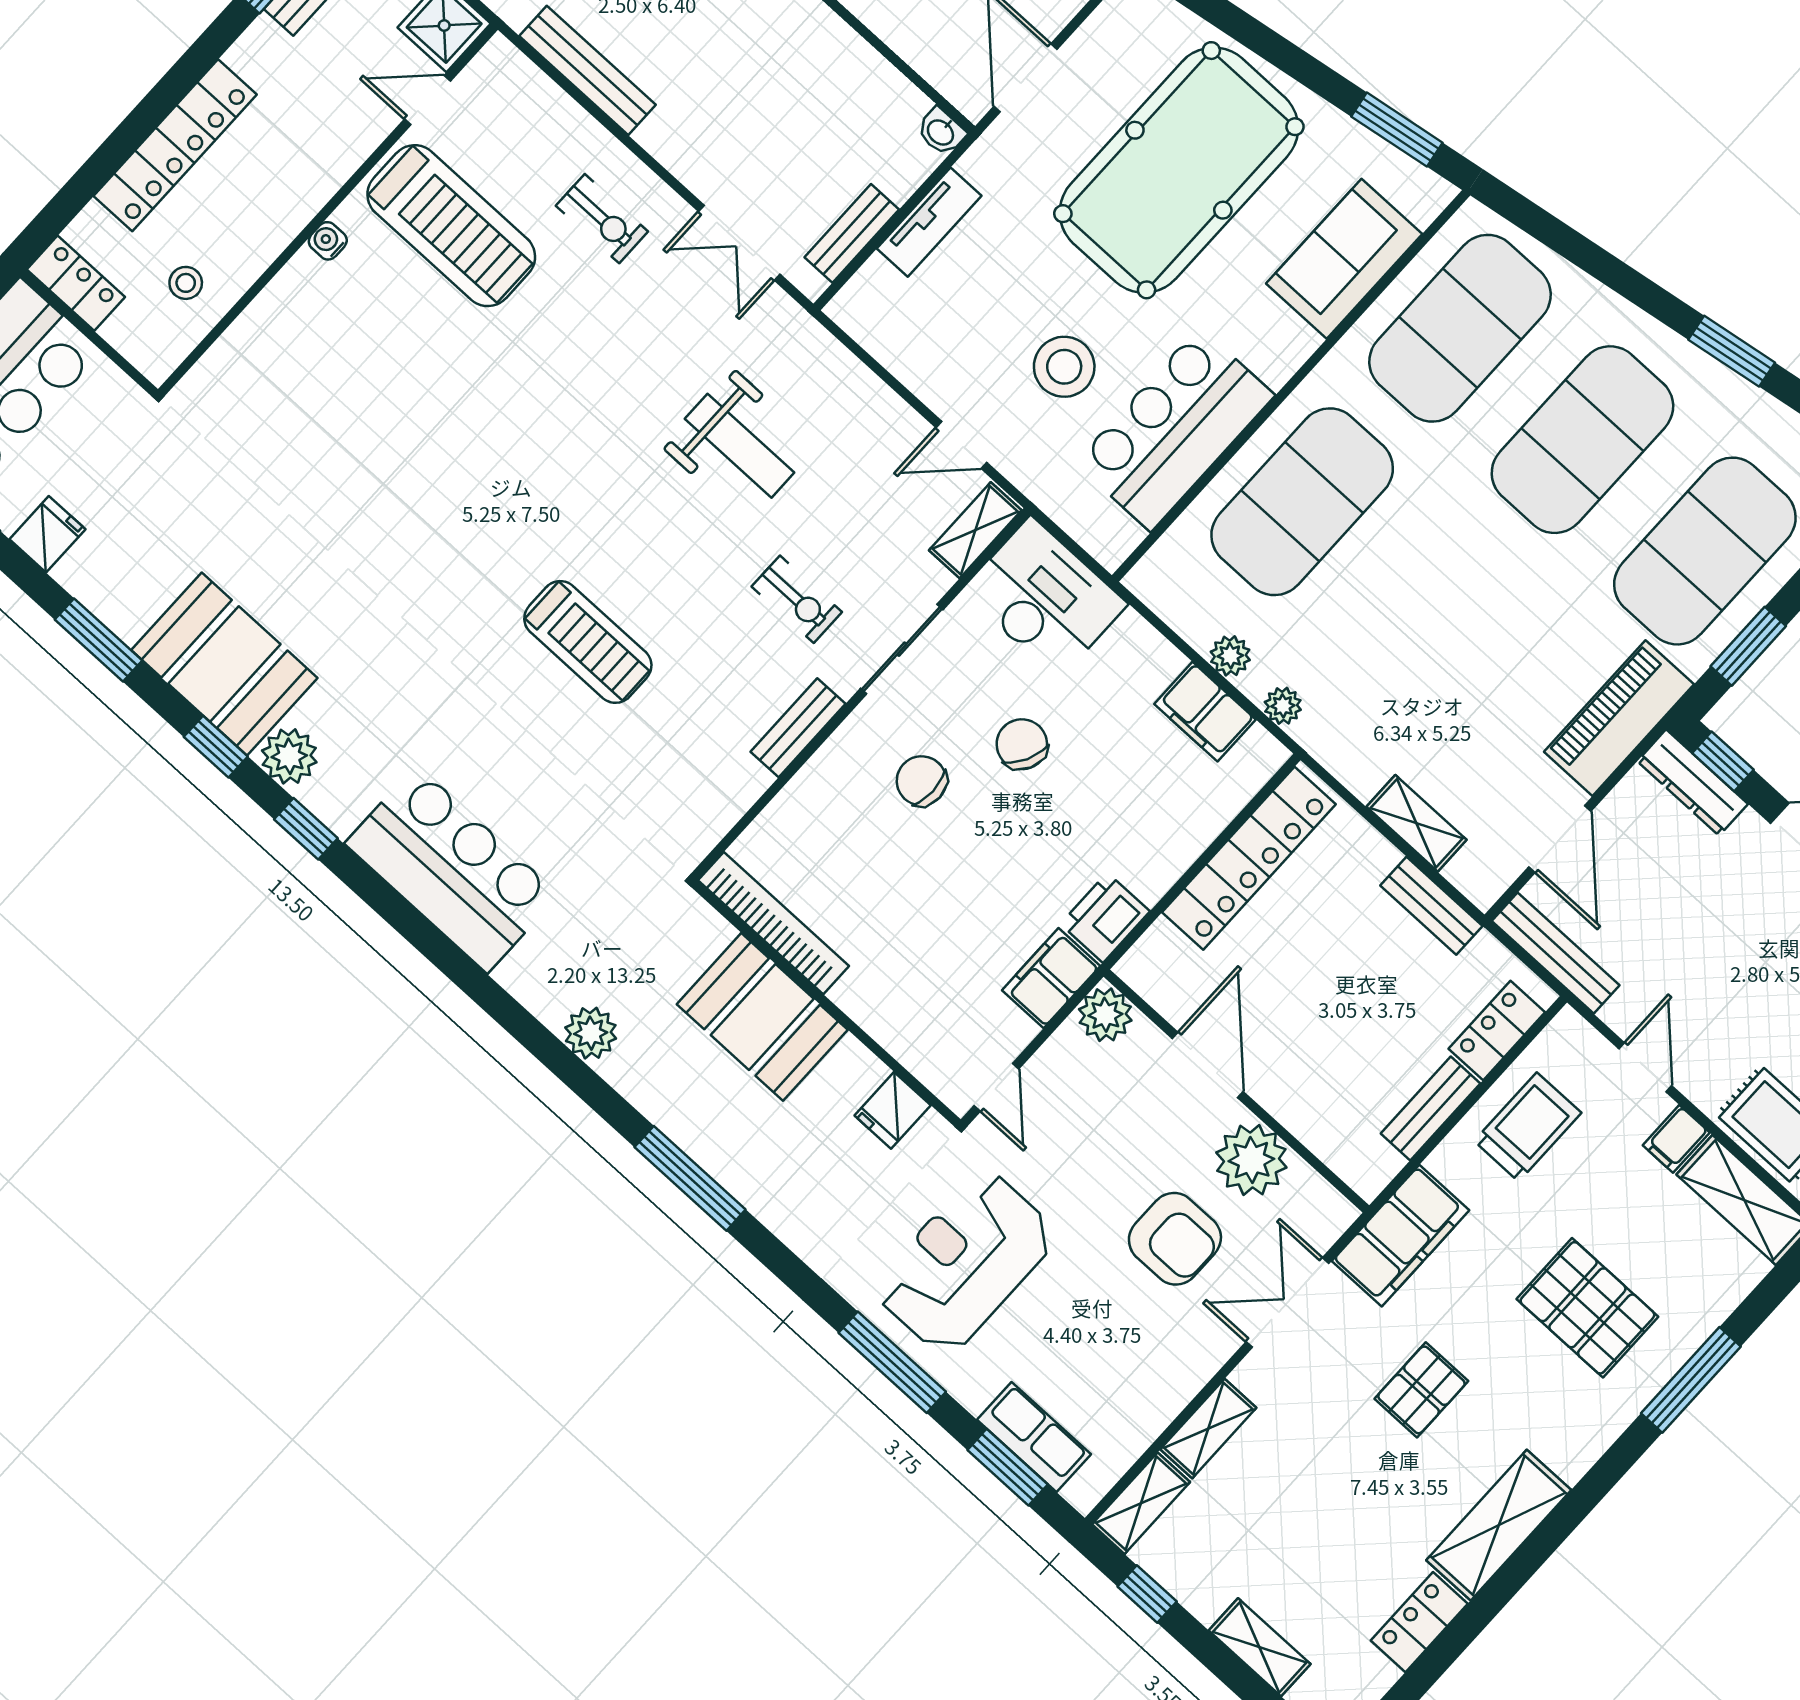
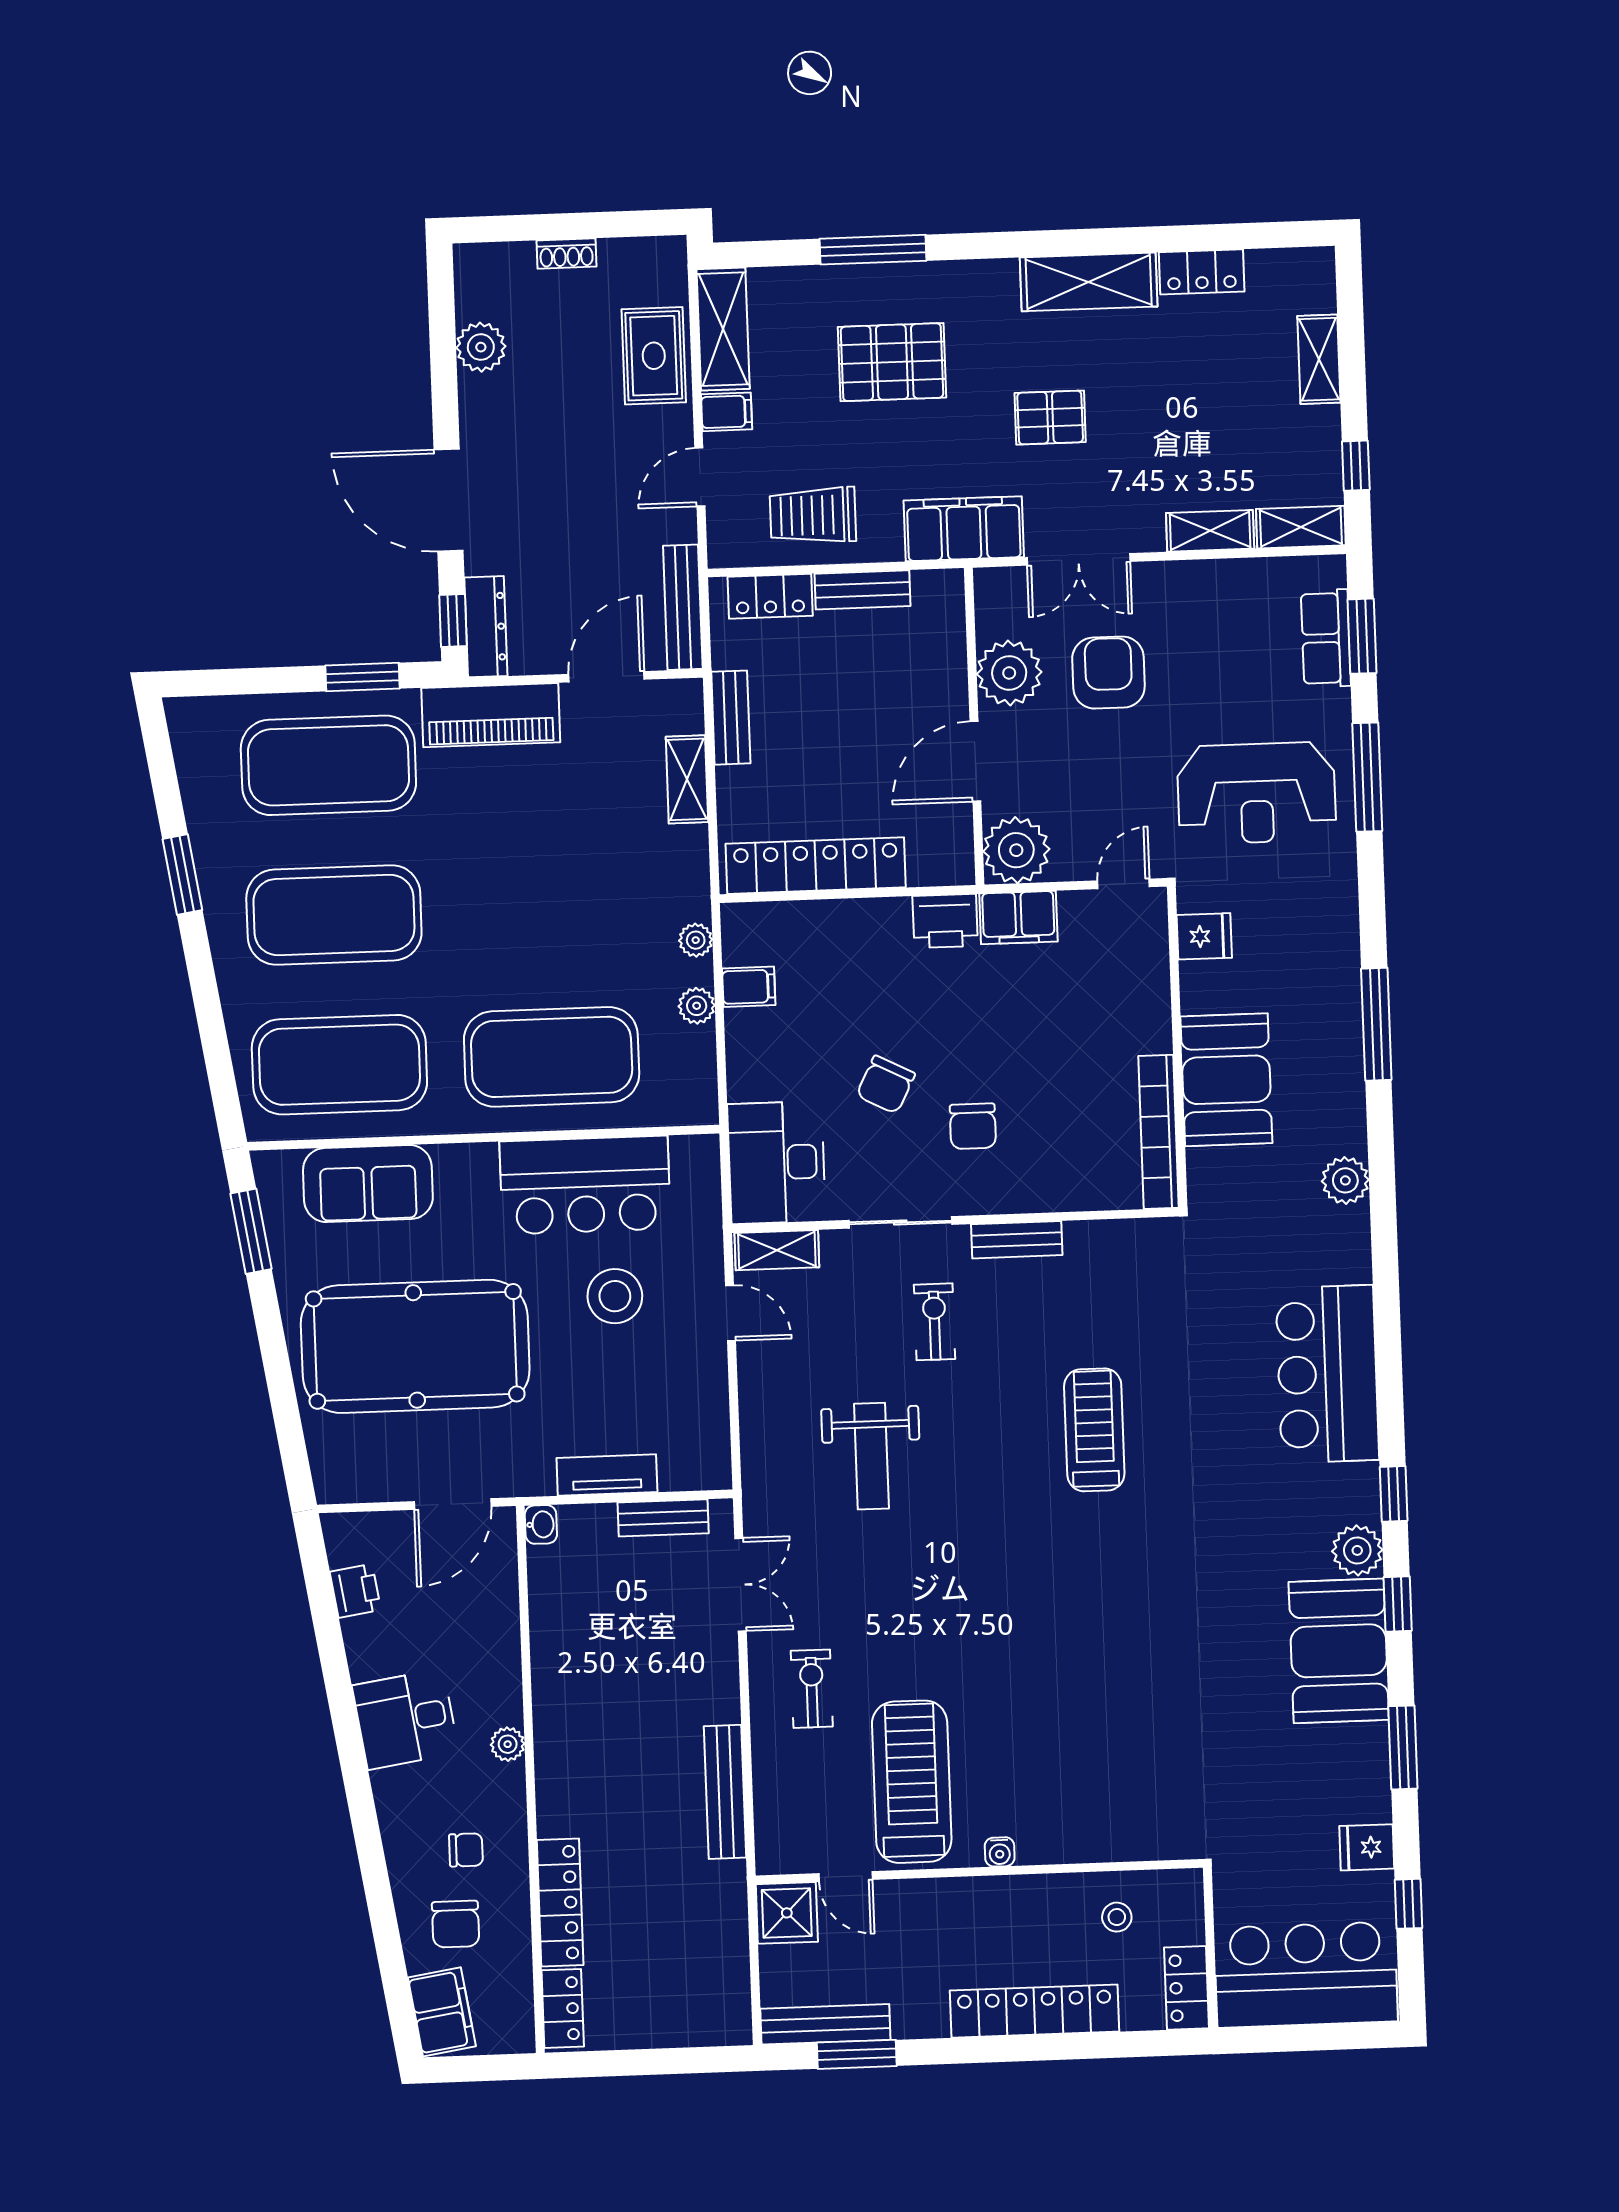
weight bench: (739, 446) -> (871, 1456), turned 180
filing cabinet: (1205, 712) -> (749, 987), width x0.50
plant: (1105, 1015) -> (1016, 850), width x1.36, depth x1.36
pallet: (1587, 1308) -> (892, 362), turned 90

